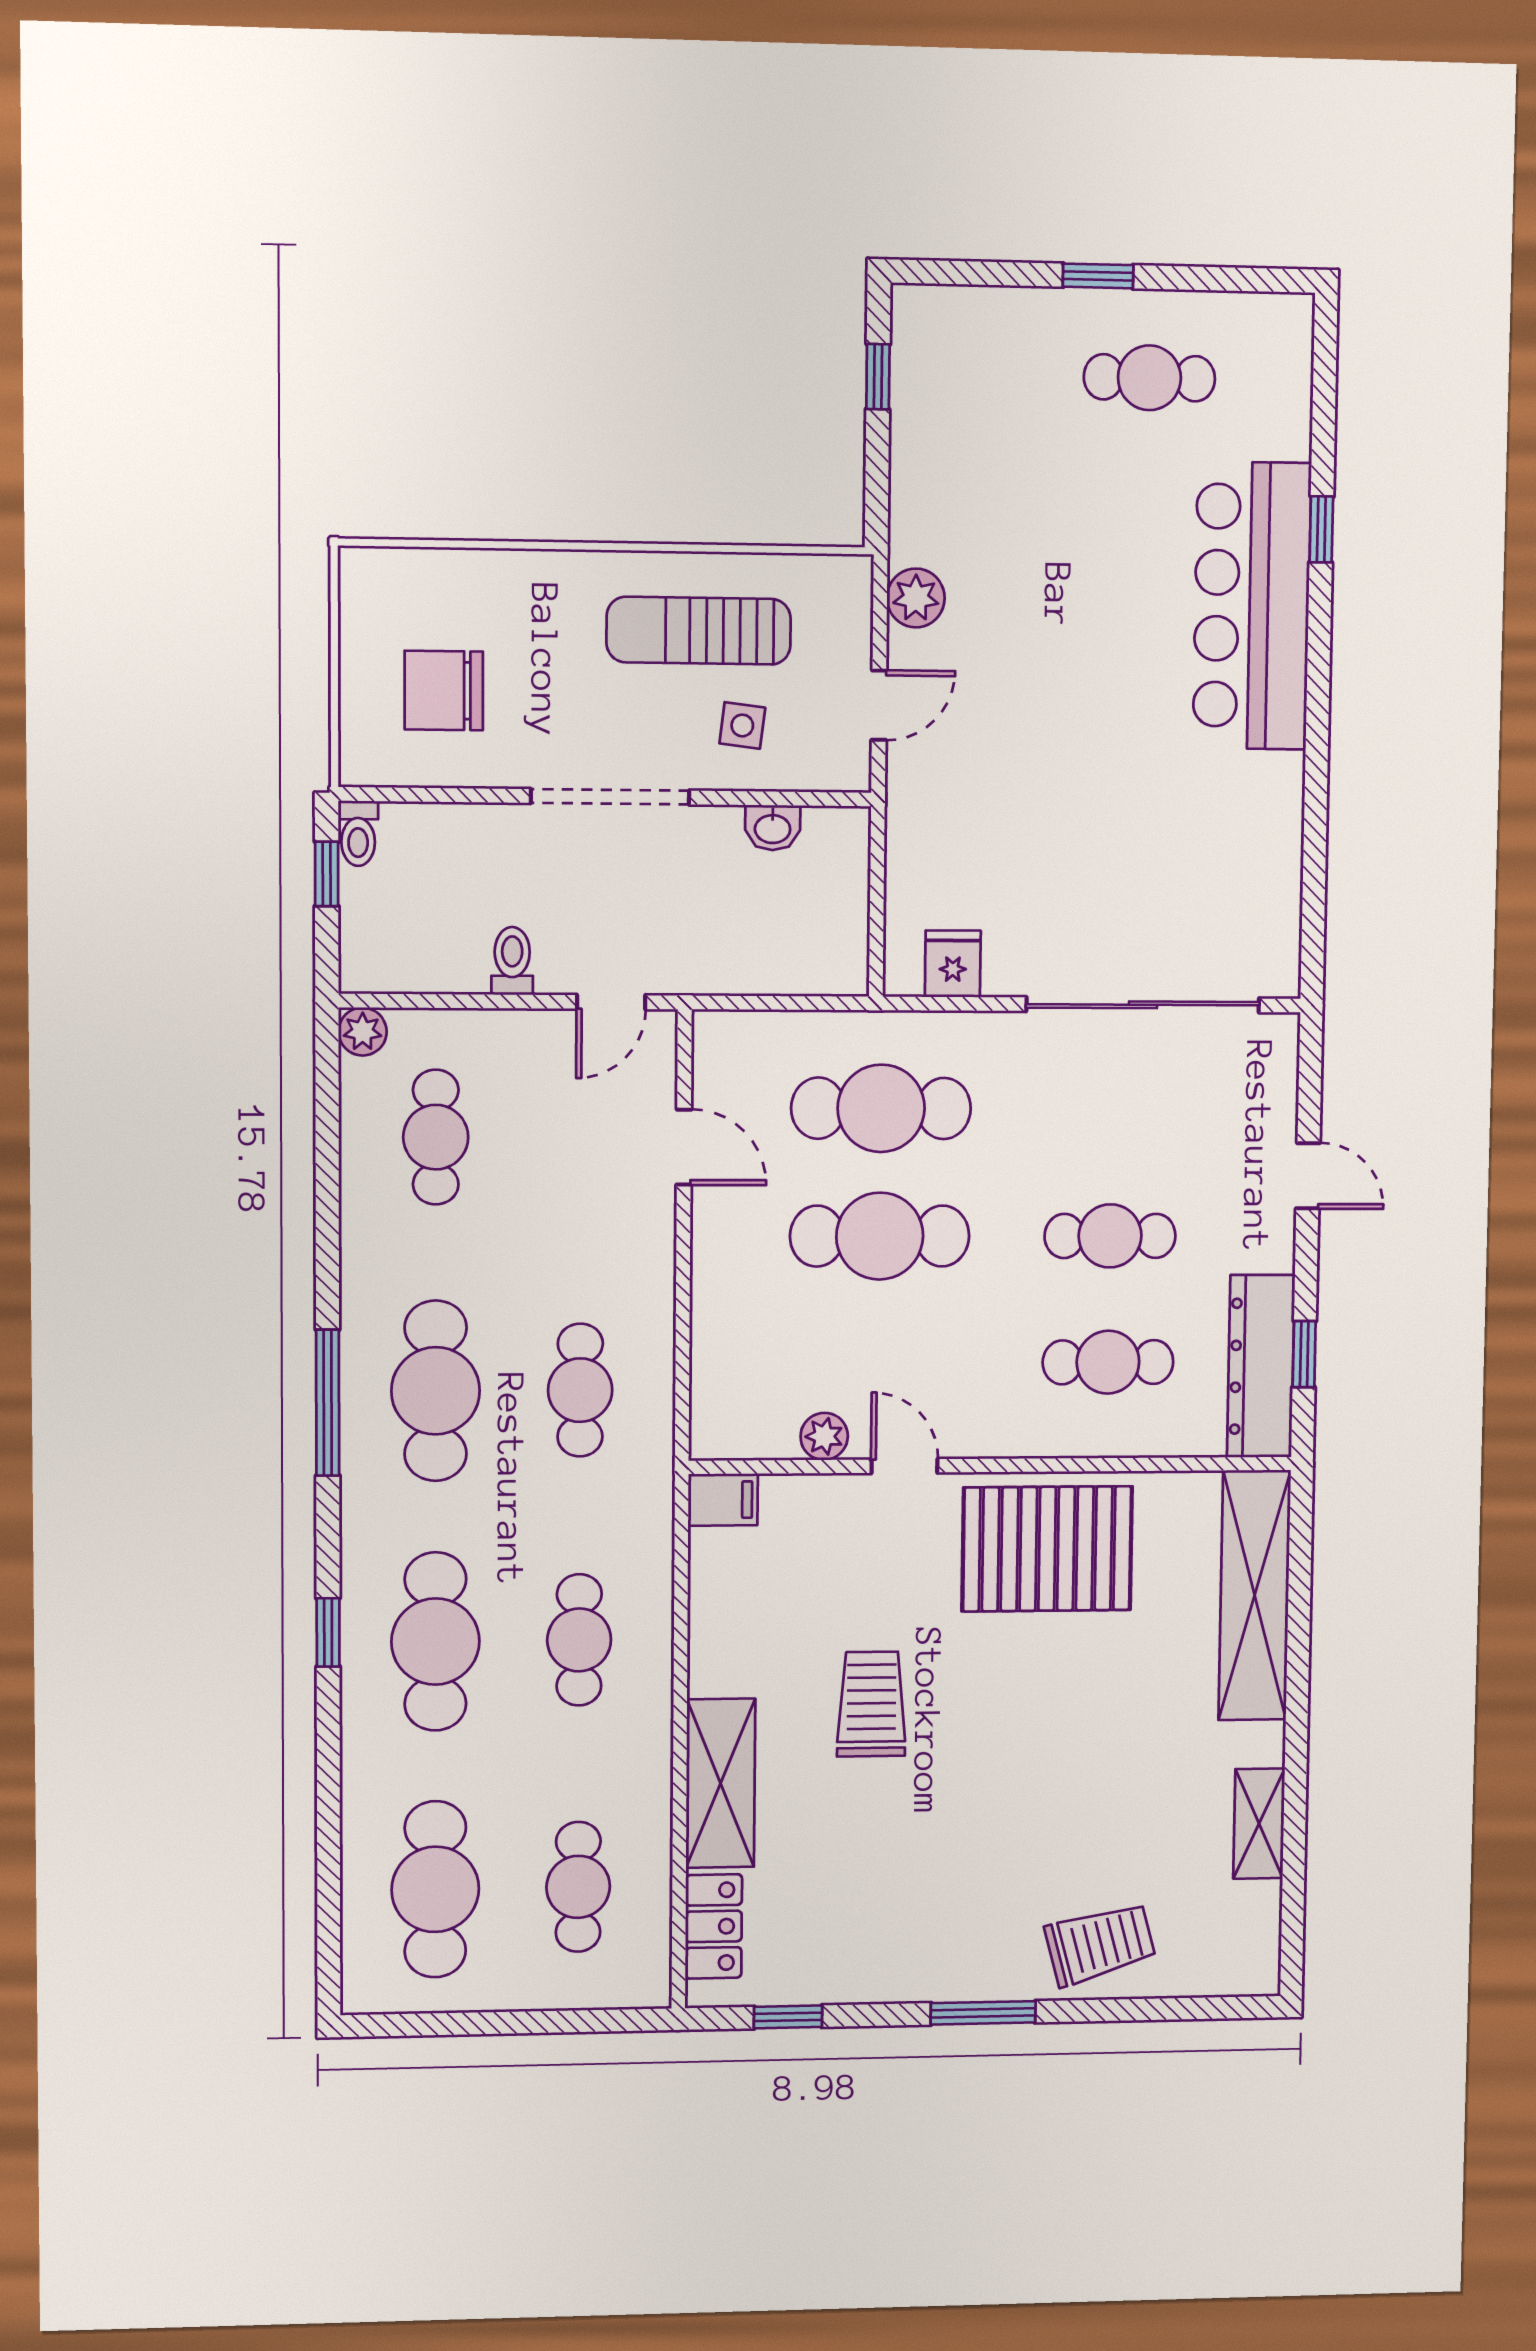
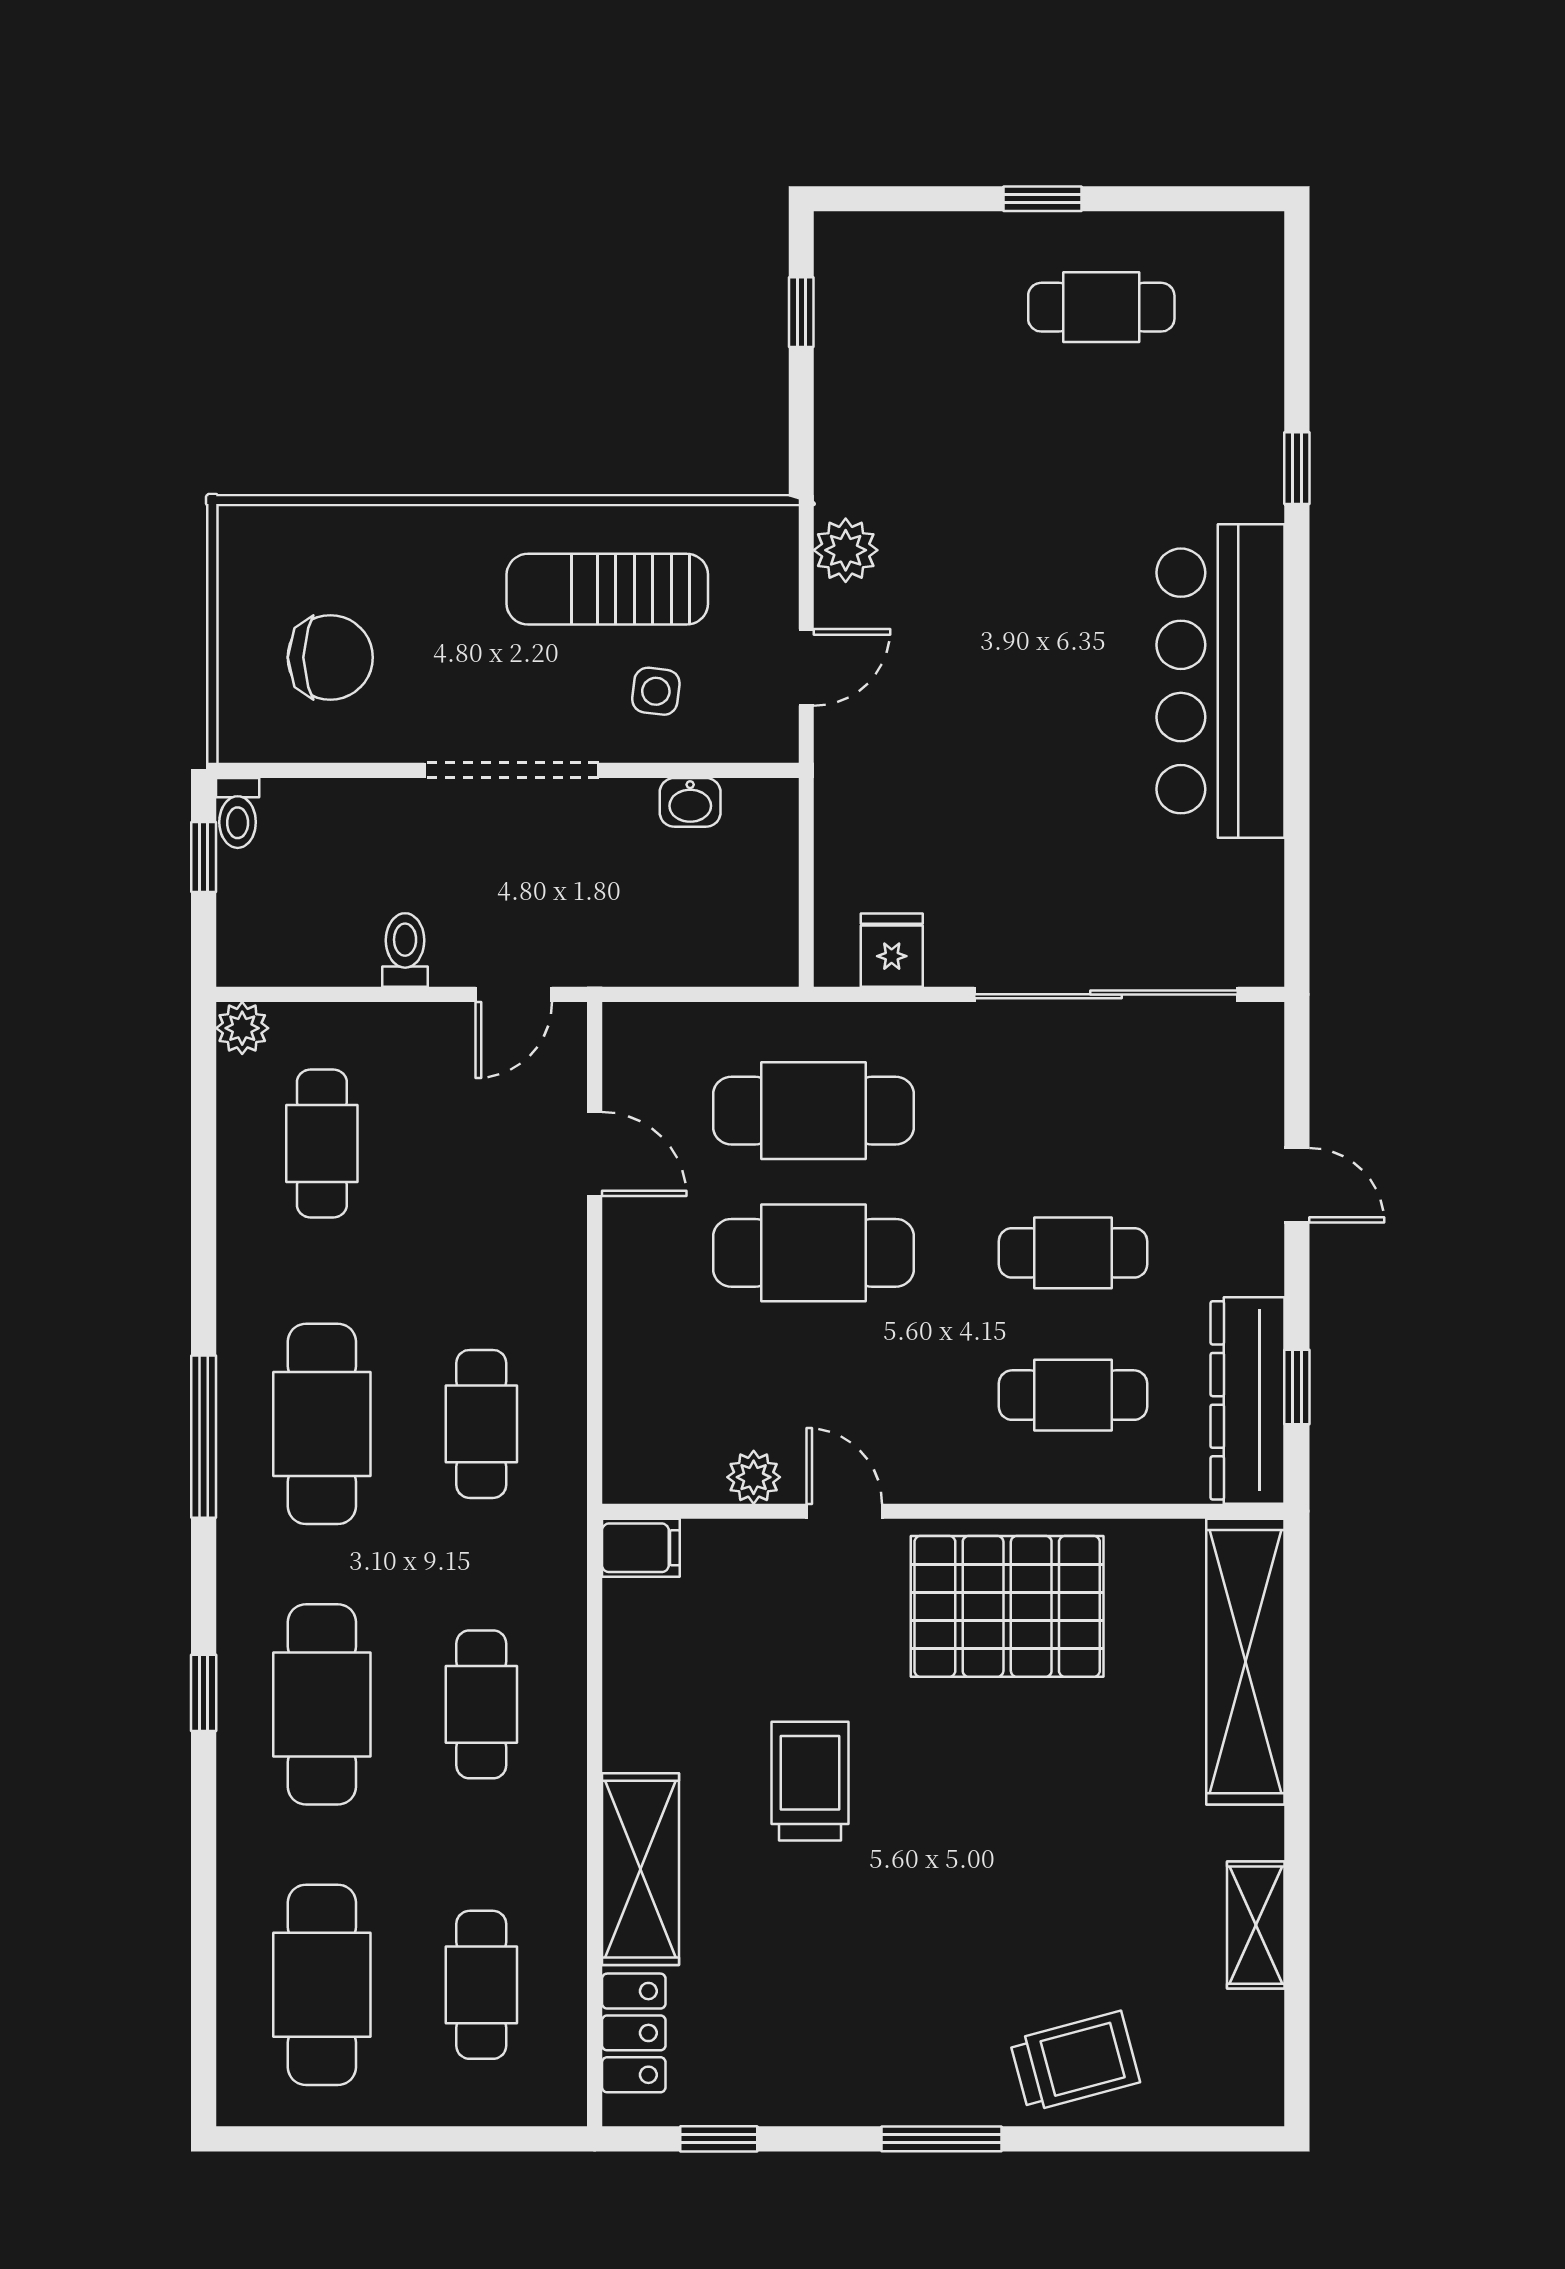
bar counter: (1252, 606) -> (1221, 681), moved
chair: (444, 690) -> (330, 657), turned 180

